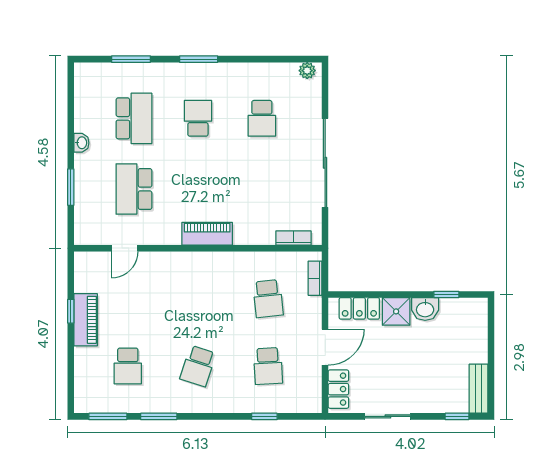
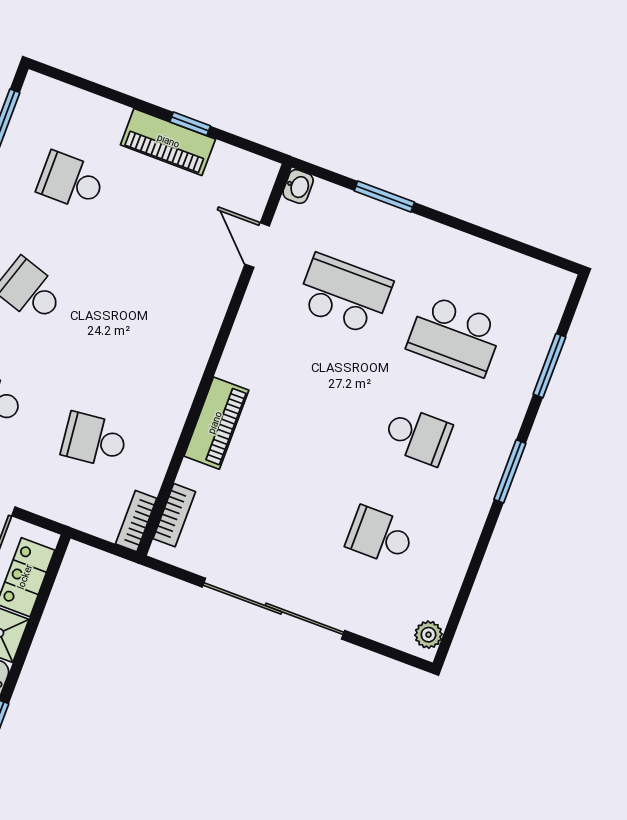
washbasin: (81, 143) -> (298, 186), moved, turned -90
piano: (207, 234) -> (216, 423), moved
bookcase: (315, 278) -> (136, 521), moved, turned -90

